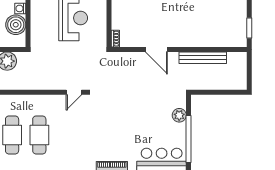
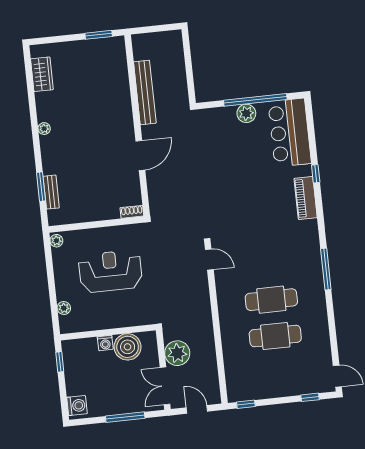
plant: (179, 115) -> (246, 113), moved

